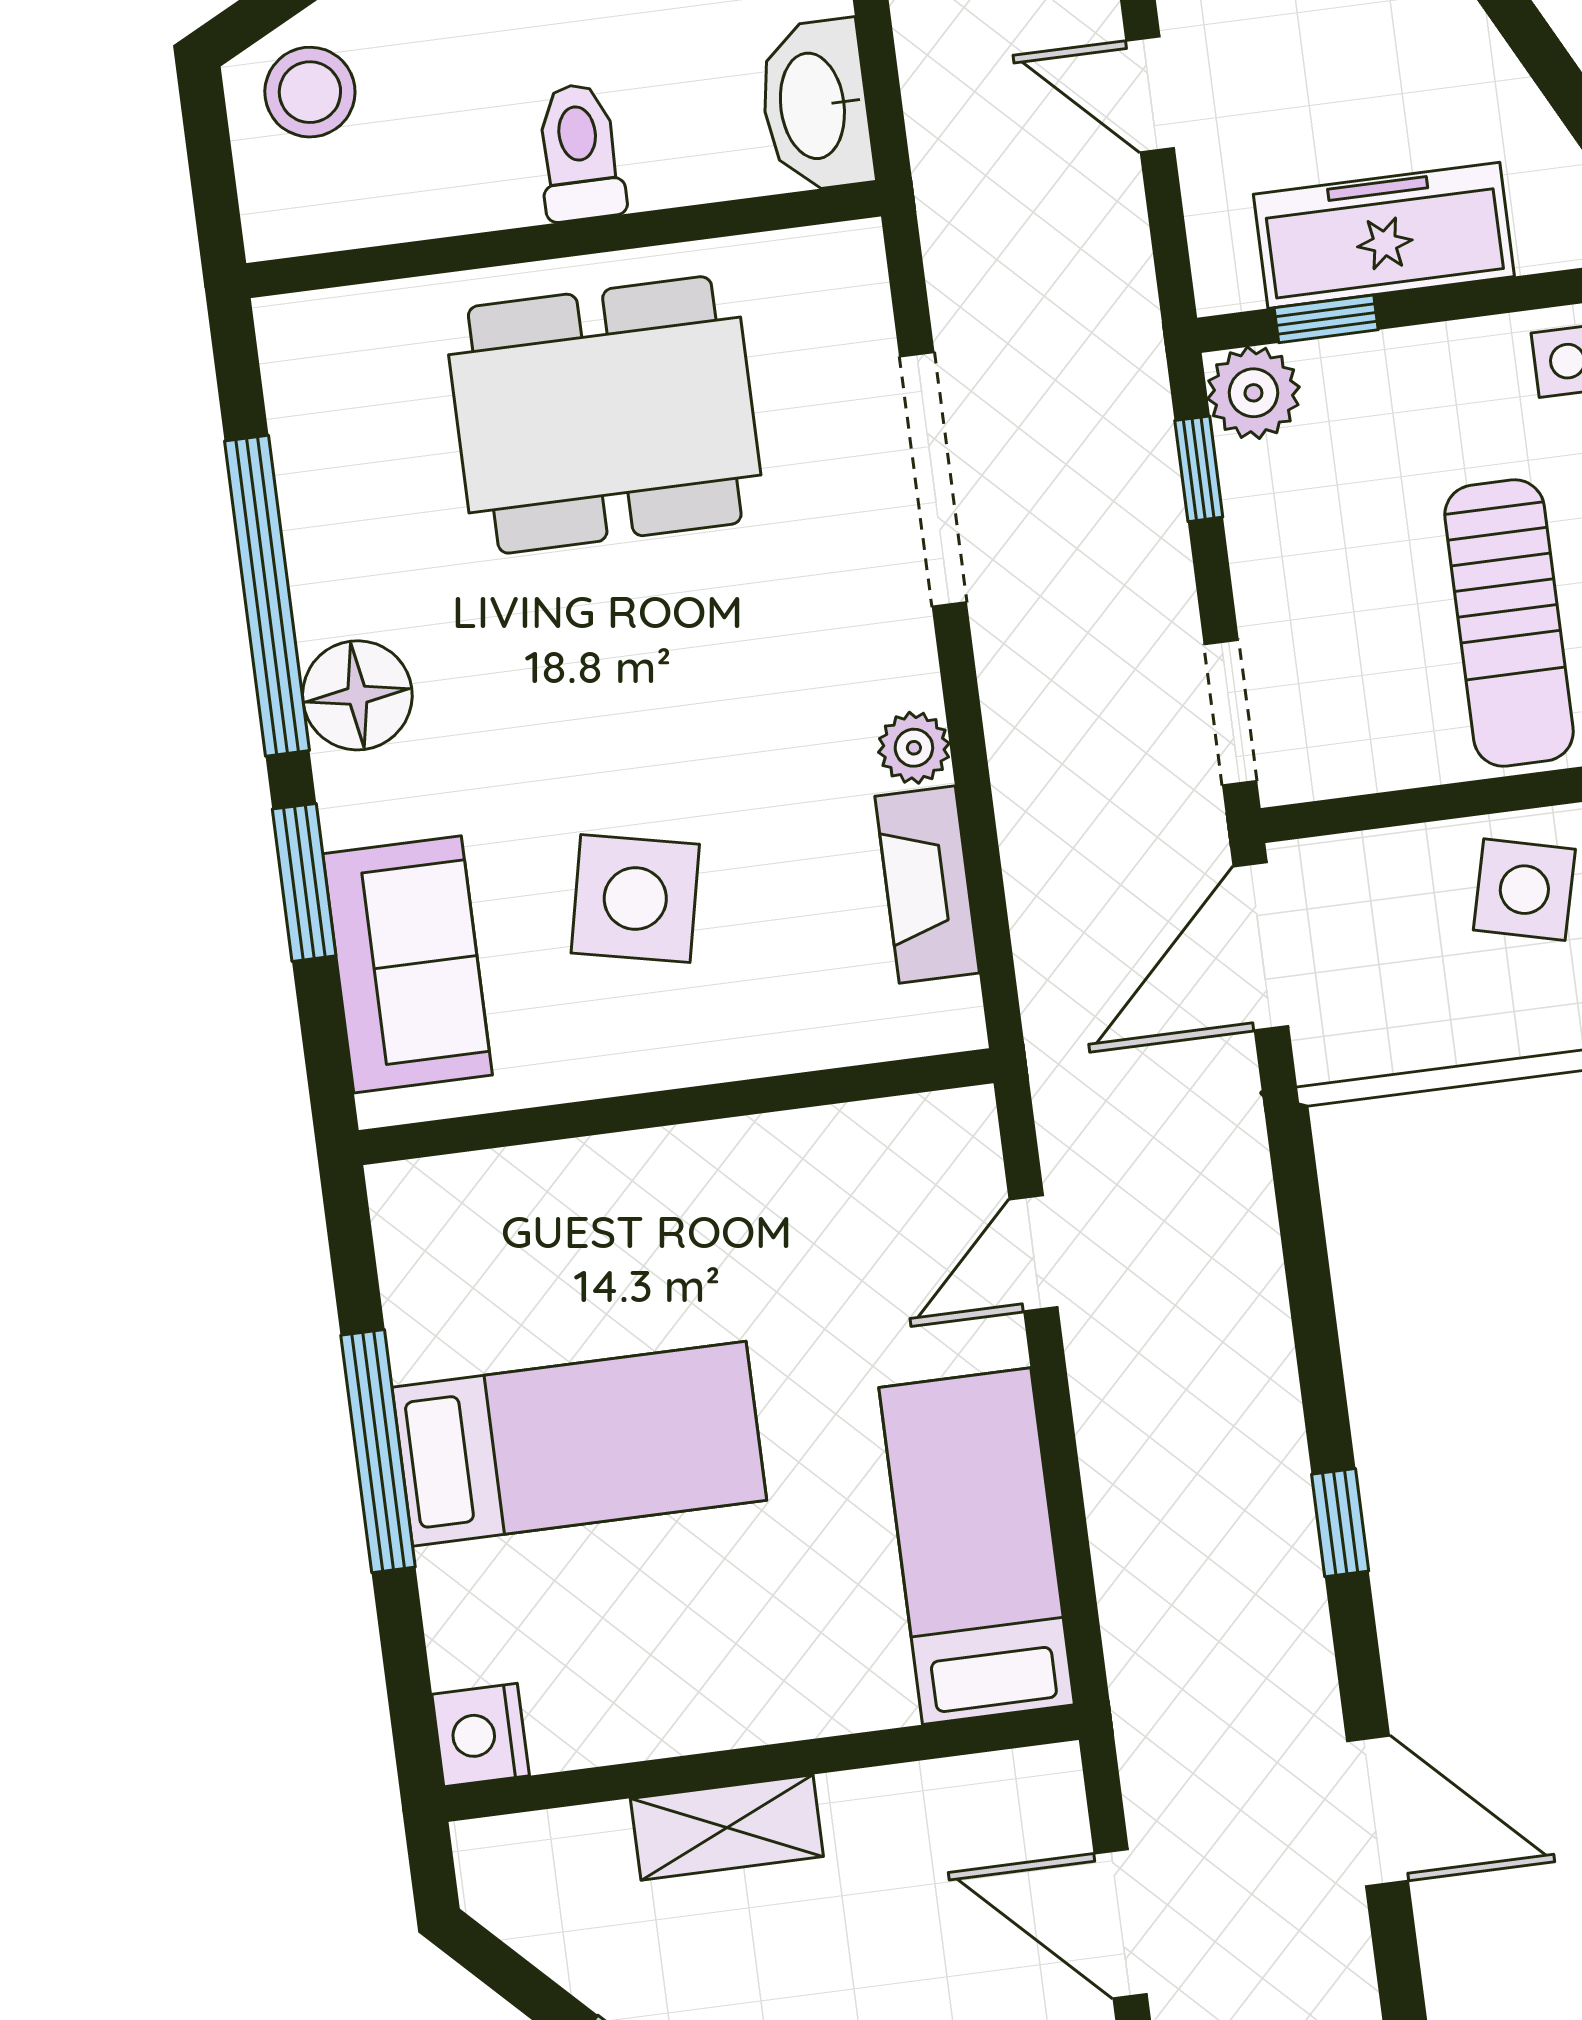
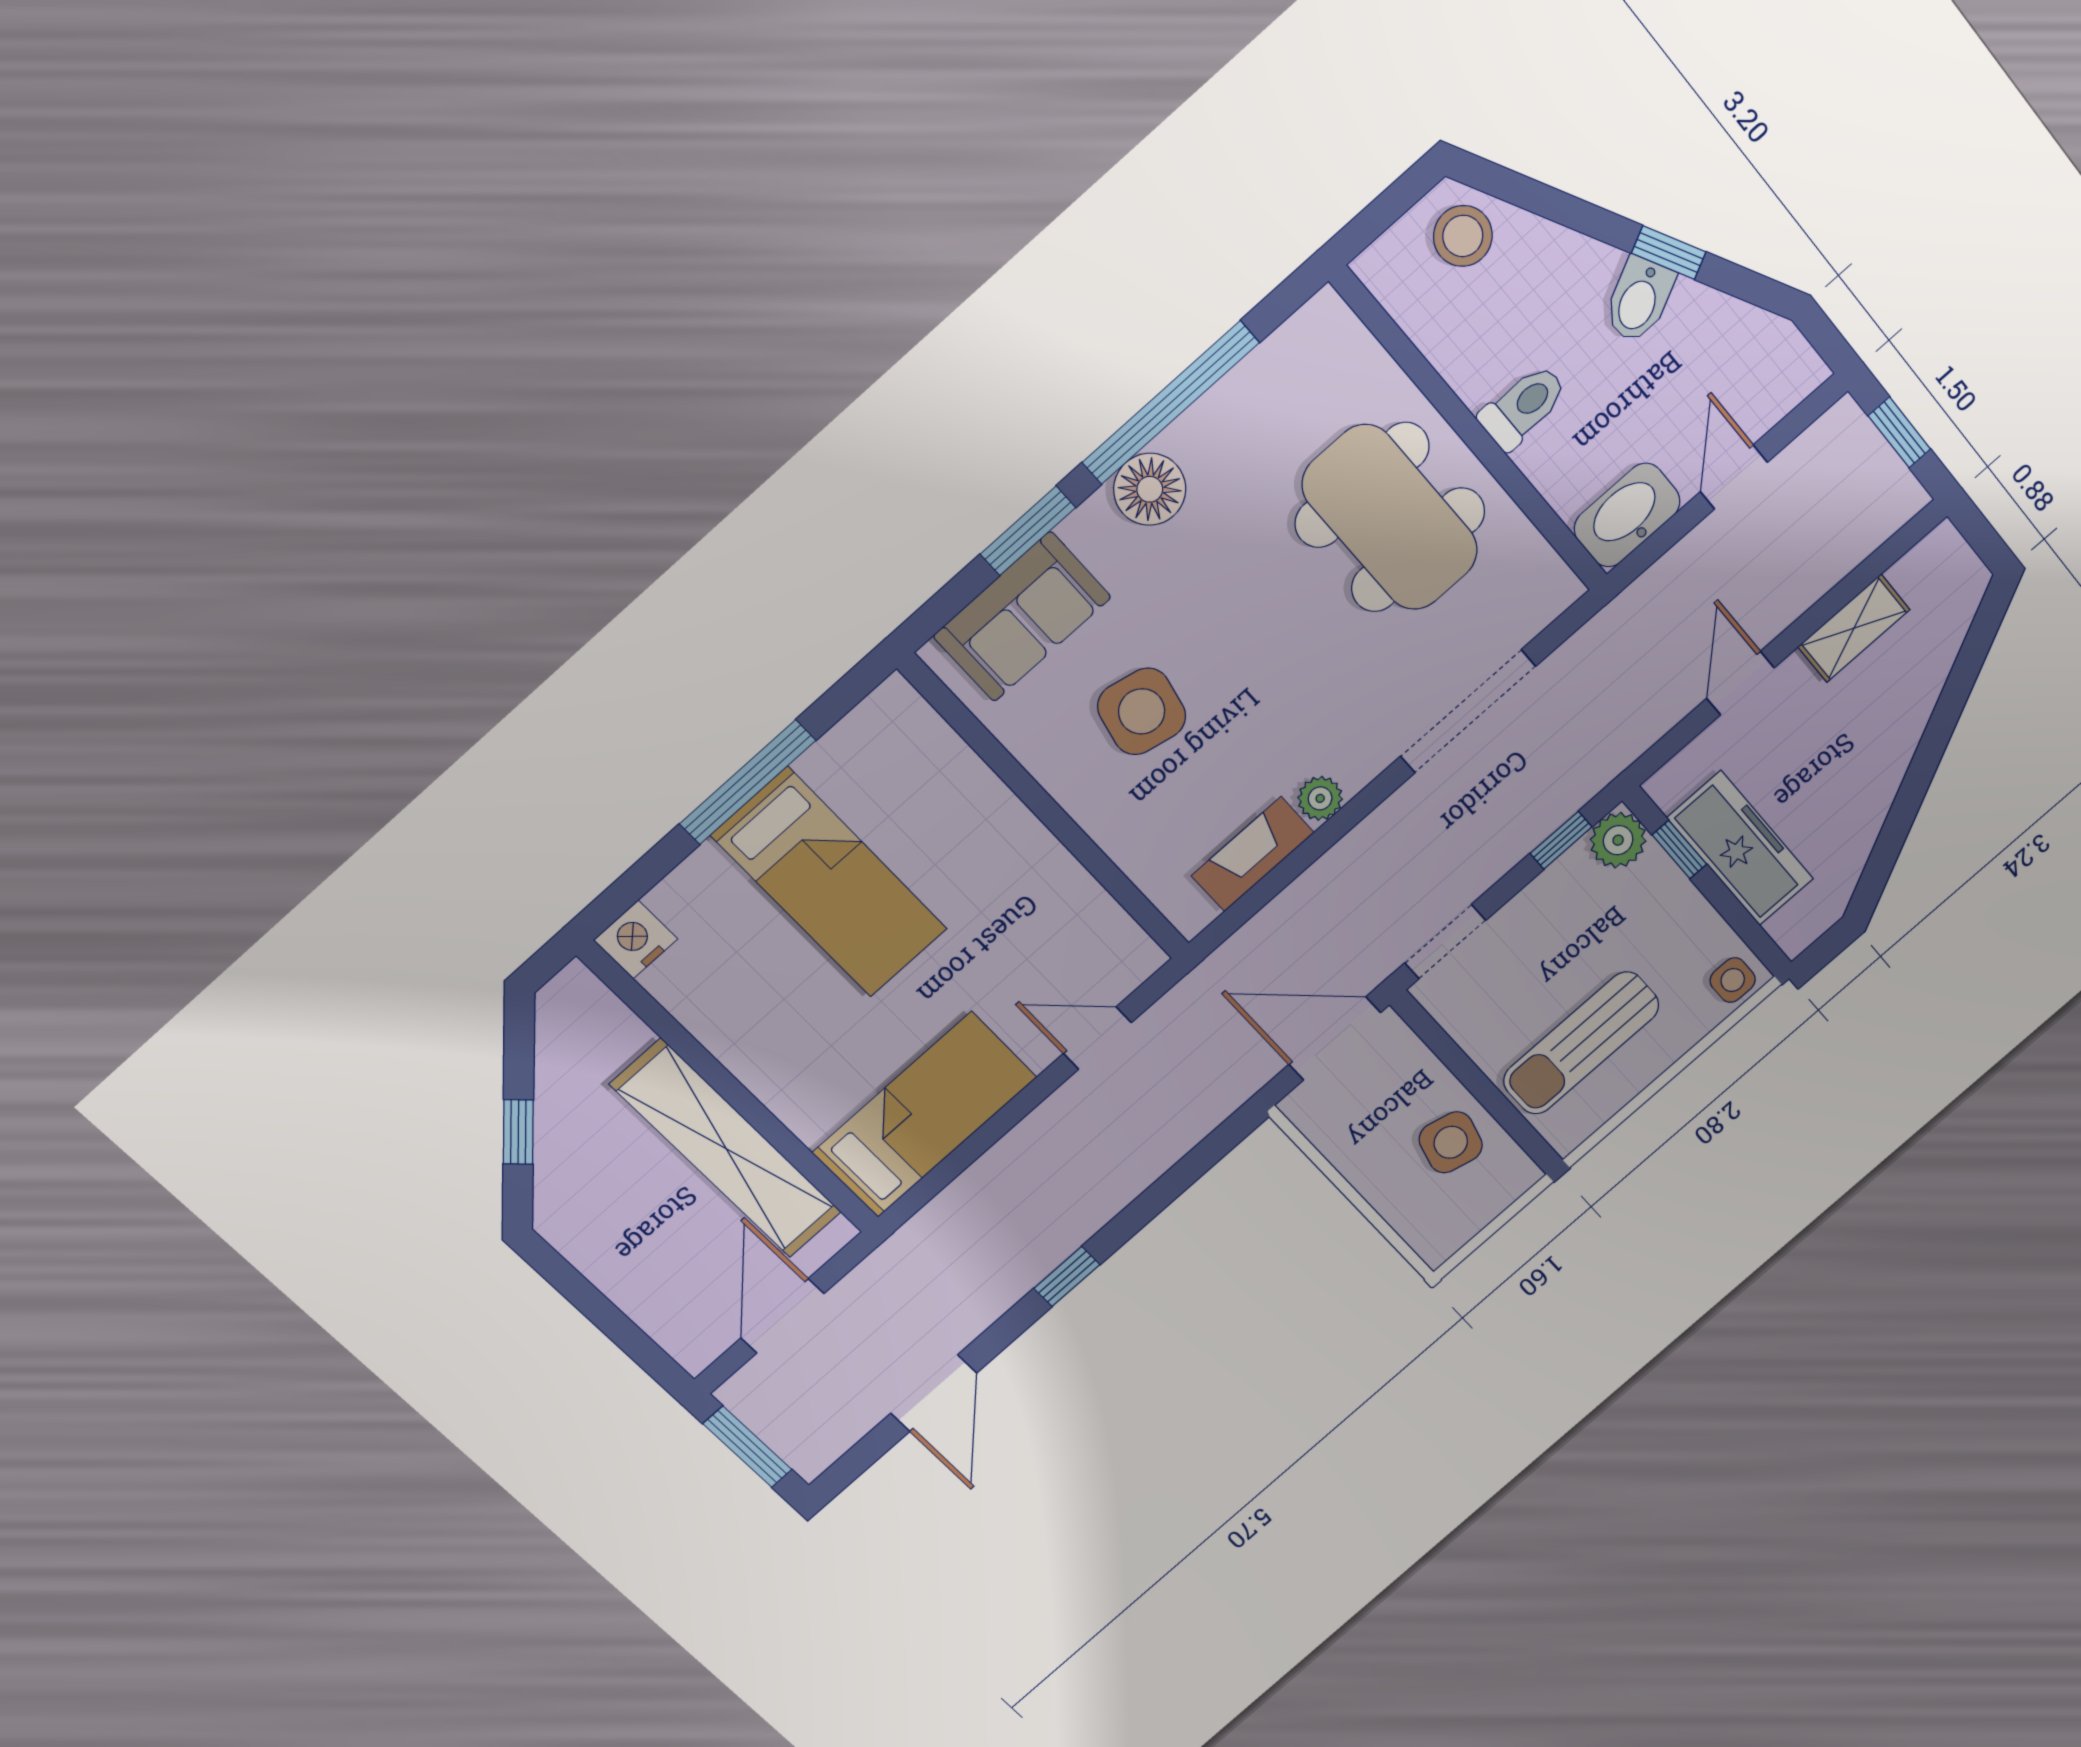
shelving: (727, 1827) -> (726, 1149), width x2.20, depth x1.33

